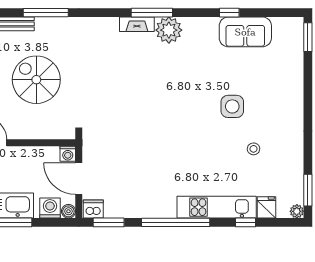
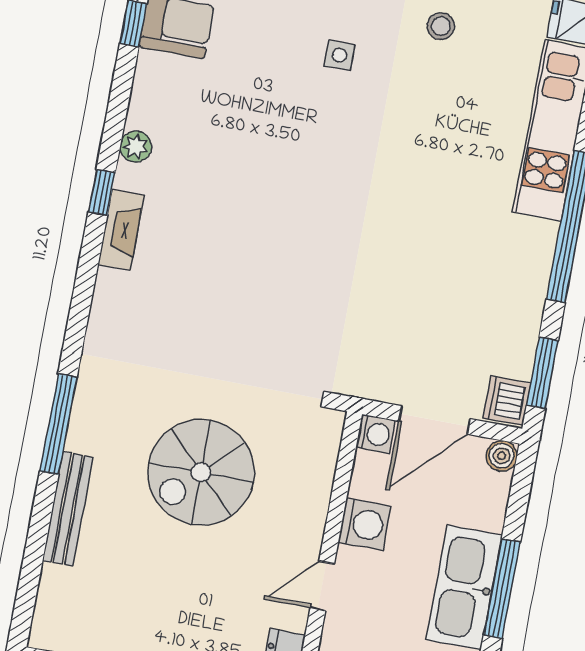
window: (152, 13) -> (102, 192), width x0.46
plant: (169, 30) -> (136, 147), width x0.53, depth x0.53
side table: (232, 106) -> (339, 55), width x0.54, depth x0.54
washing machine: (50, 208) -> (364, 524), moved, turned 180

